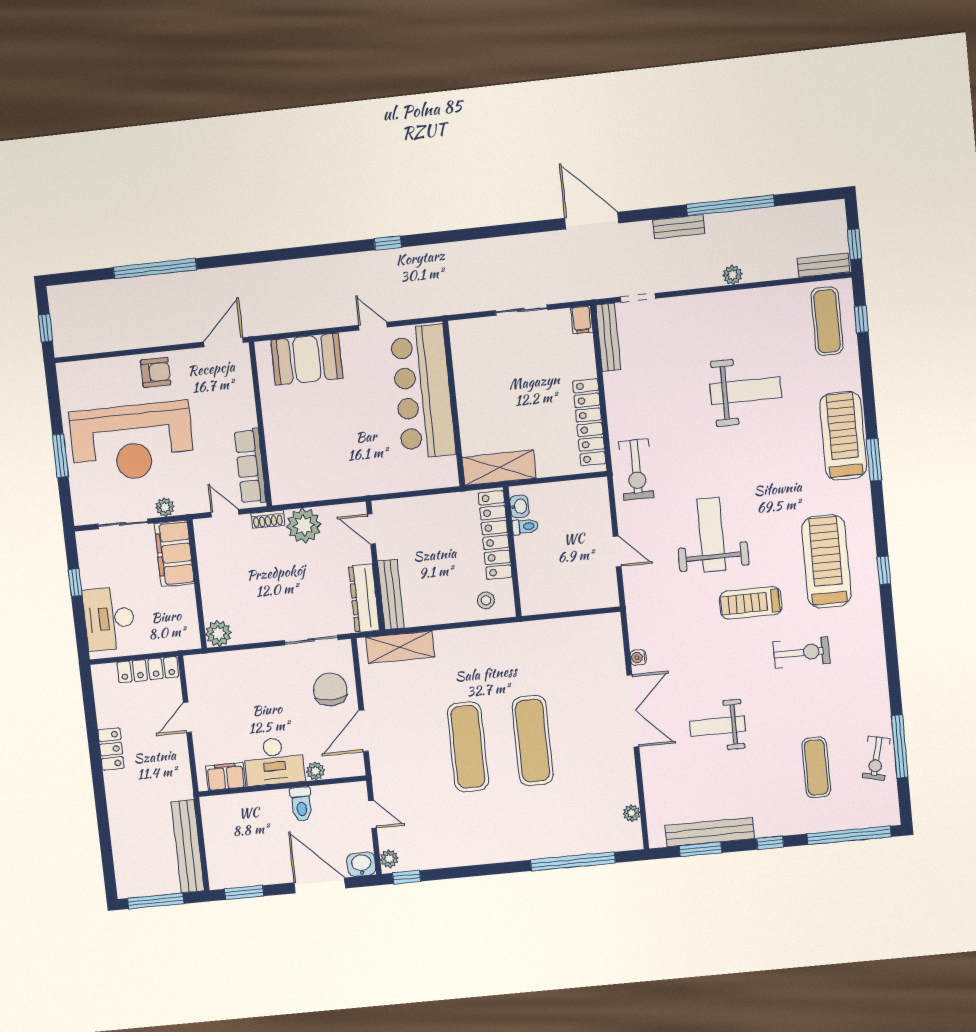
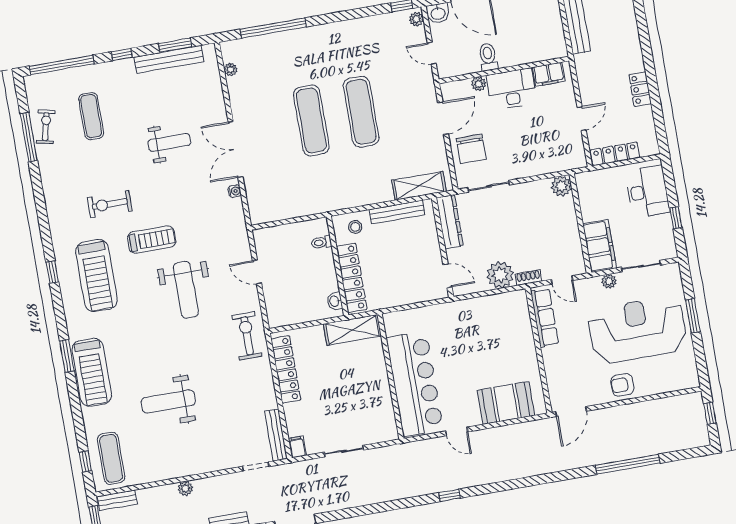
toilet: (525, 527) -> (321, 242), moved
bench: (391, 595) -> (397, 212), moved, turned 90

